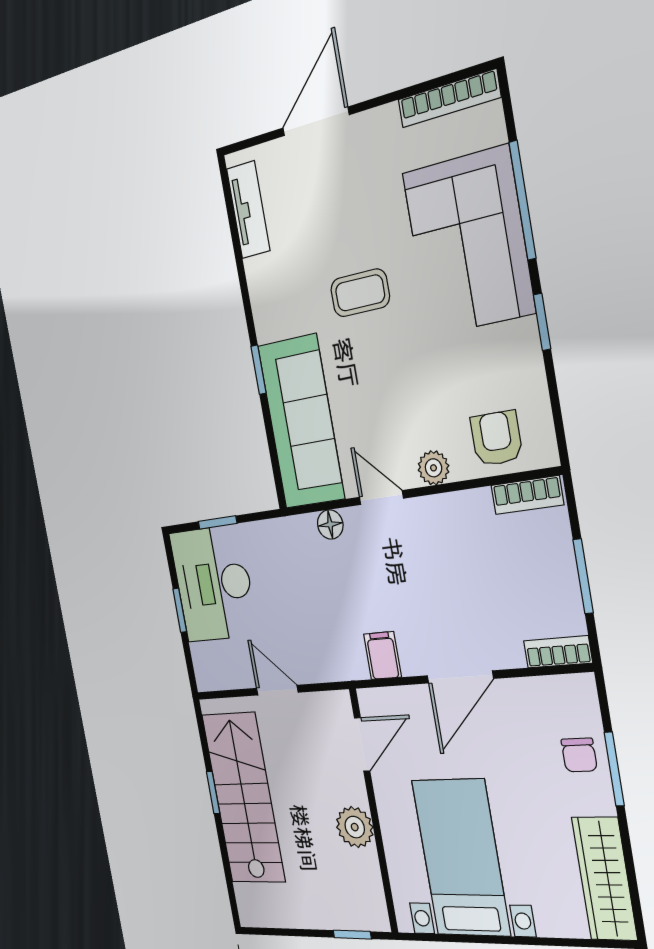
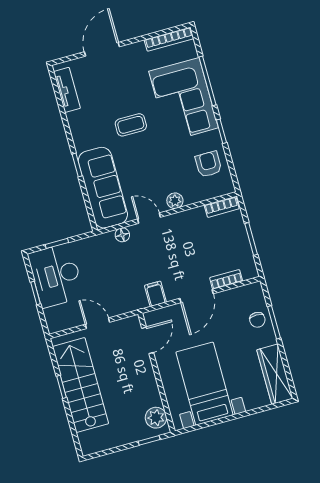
armchair: (496, 438) -> (208, 164), moved
bookcase: (558, 652) -> (226, 279), moved
plant: (355, 827) -> (156, 418), moved

